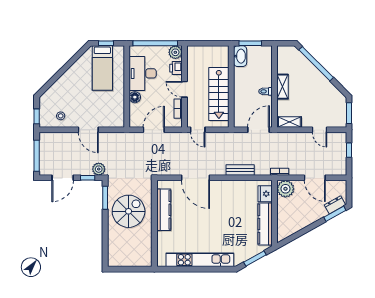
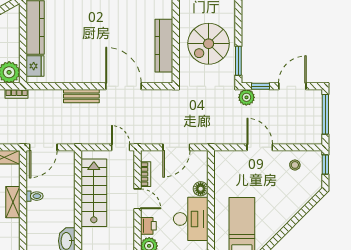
bench: (240, 170) -> (81, 96), moved

